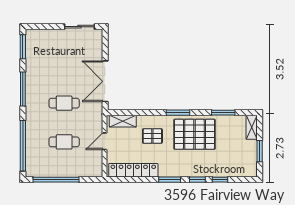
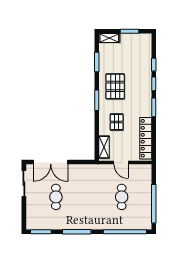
double door: (105, 81) -> (51, 162), moved
cafe table: (64, 103) -> (56, 197), moved
pallet: (194, 134) -> (115, 86), width x0.73, depth x0.71

